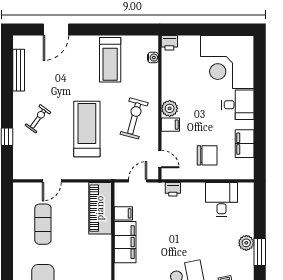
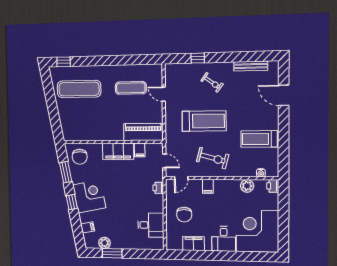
plant: (170, 108) -> (247, 186), moved
plant: (246, 243) -> (105, 243), moved

